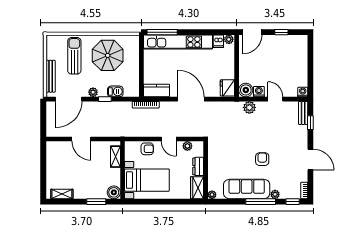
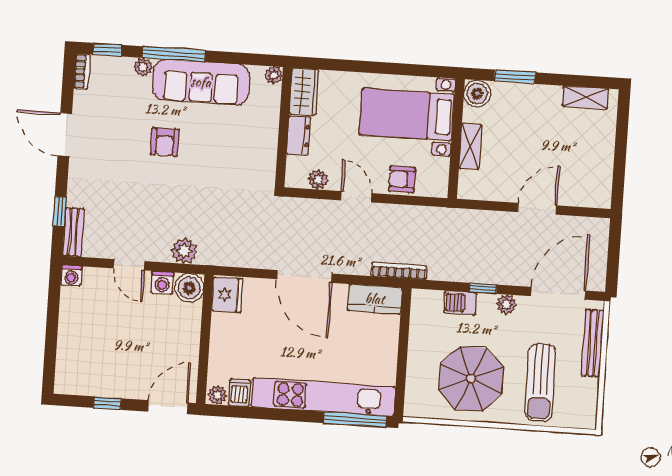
door: (81, 139) -> (537, 209), hinge flipped
shelving: (115, 157) -> (470, 146), moved

